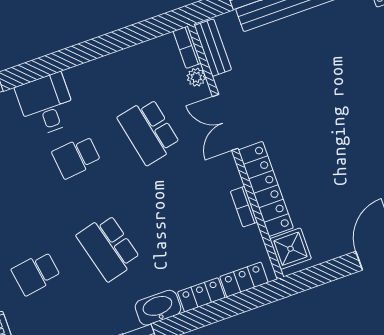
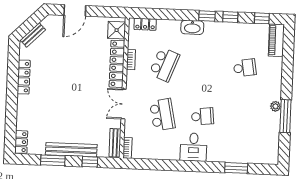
plant: (196, 77) -> (129, 132), removed
desk: (46, 105) -> (194, 147), moved
double door: (225, 122) -> (124, 104), swing flipped
school desk: (109, 248) -> (164, 64), moved, turned 36
locker: (201, 295) -> (169, 25), removed

